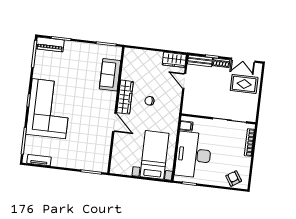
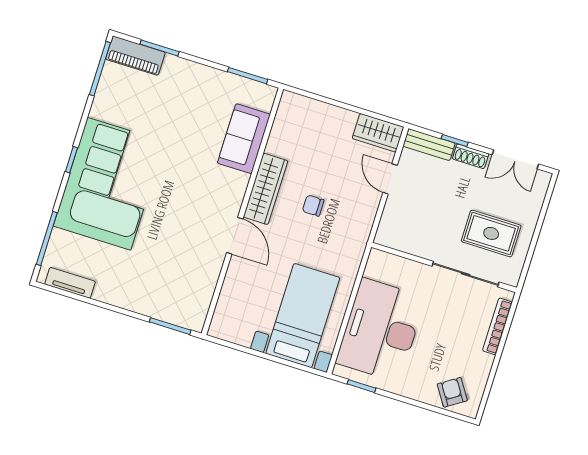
rug: (244, 84) -> (491, 233), moved
filing cabinet: (186, 126) -> (377, 270), removed

